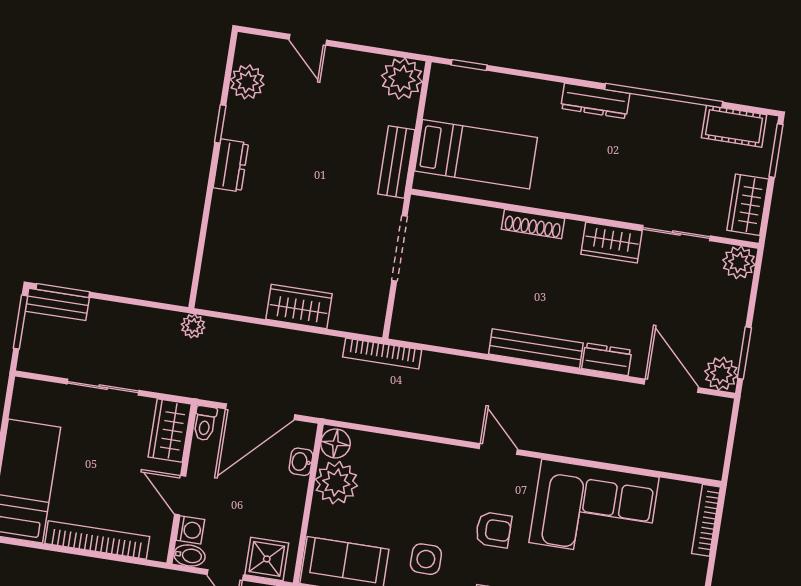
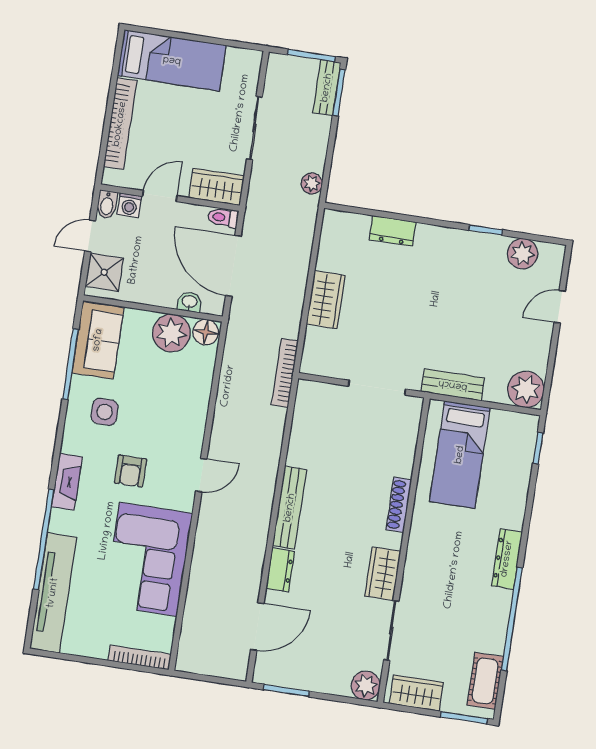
dresser: (231, 165) -> (393, 231), moved
plant: (193, 326) -> (312, 184), moved
plant: (721, 374) -> (268, 670), removed

